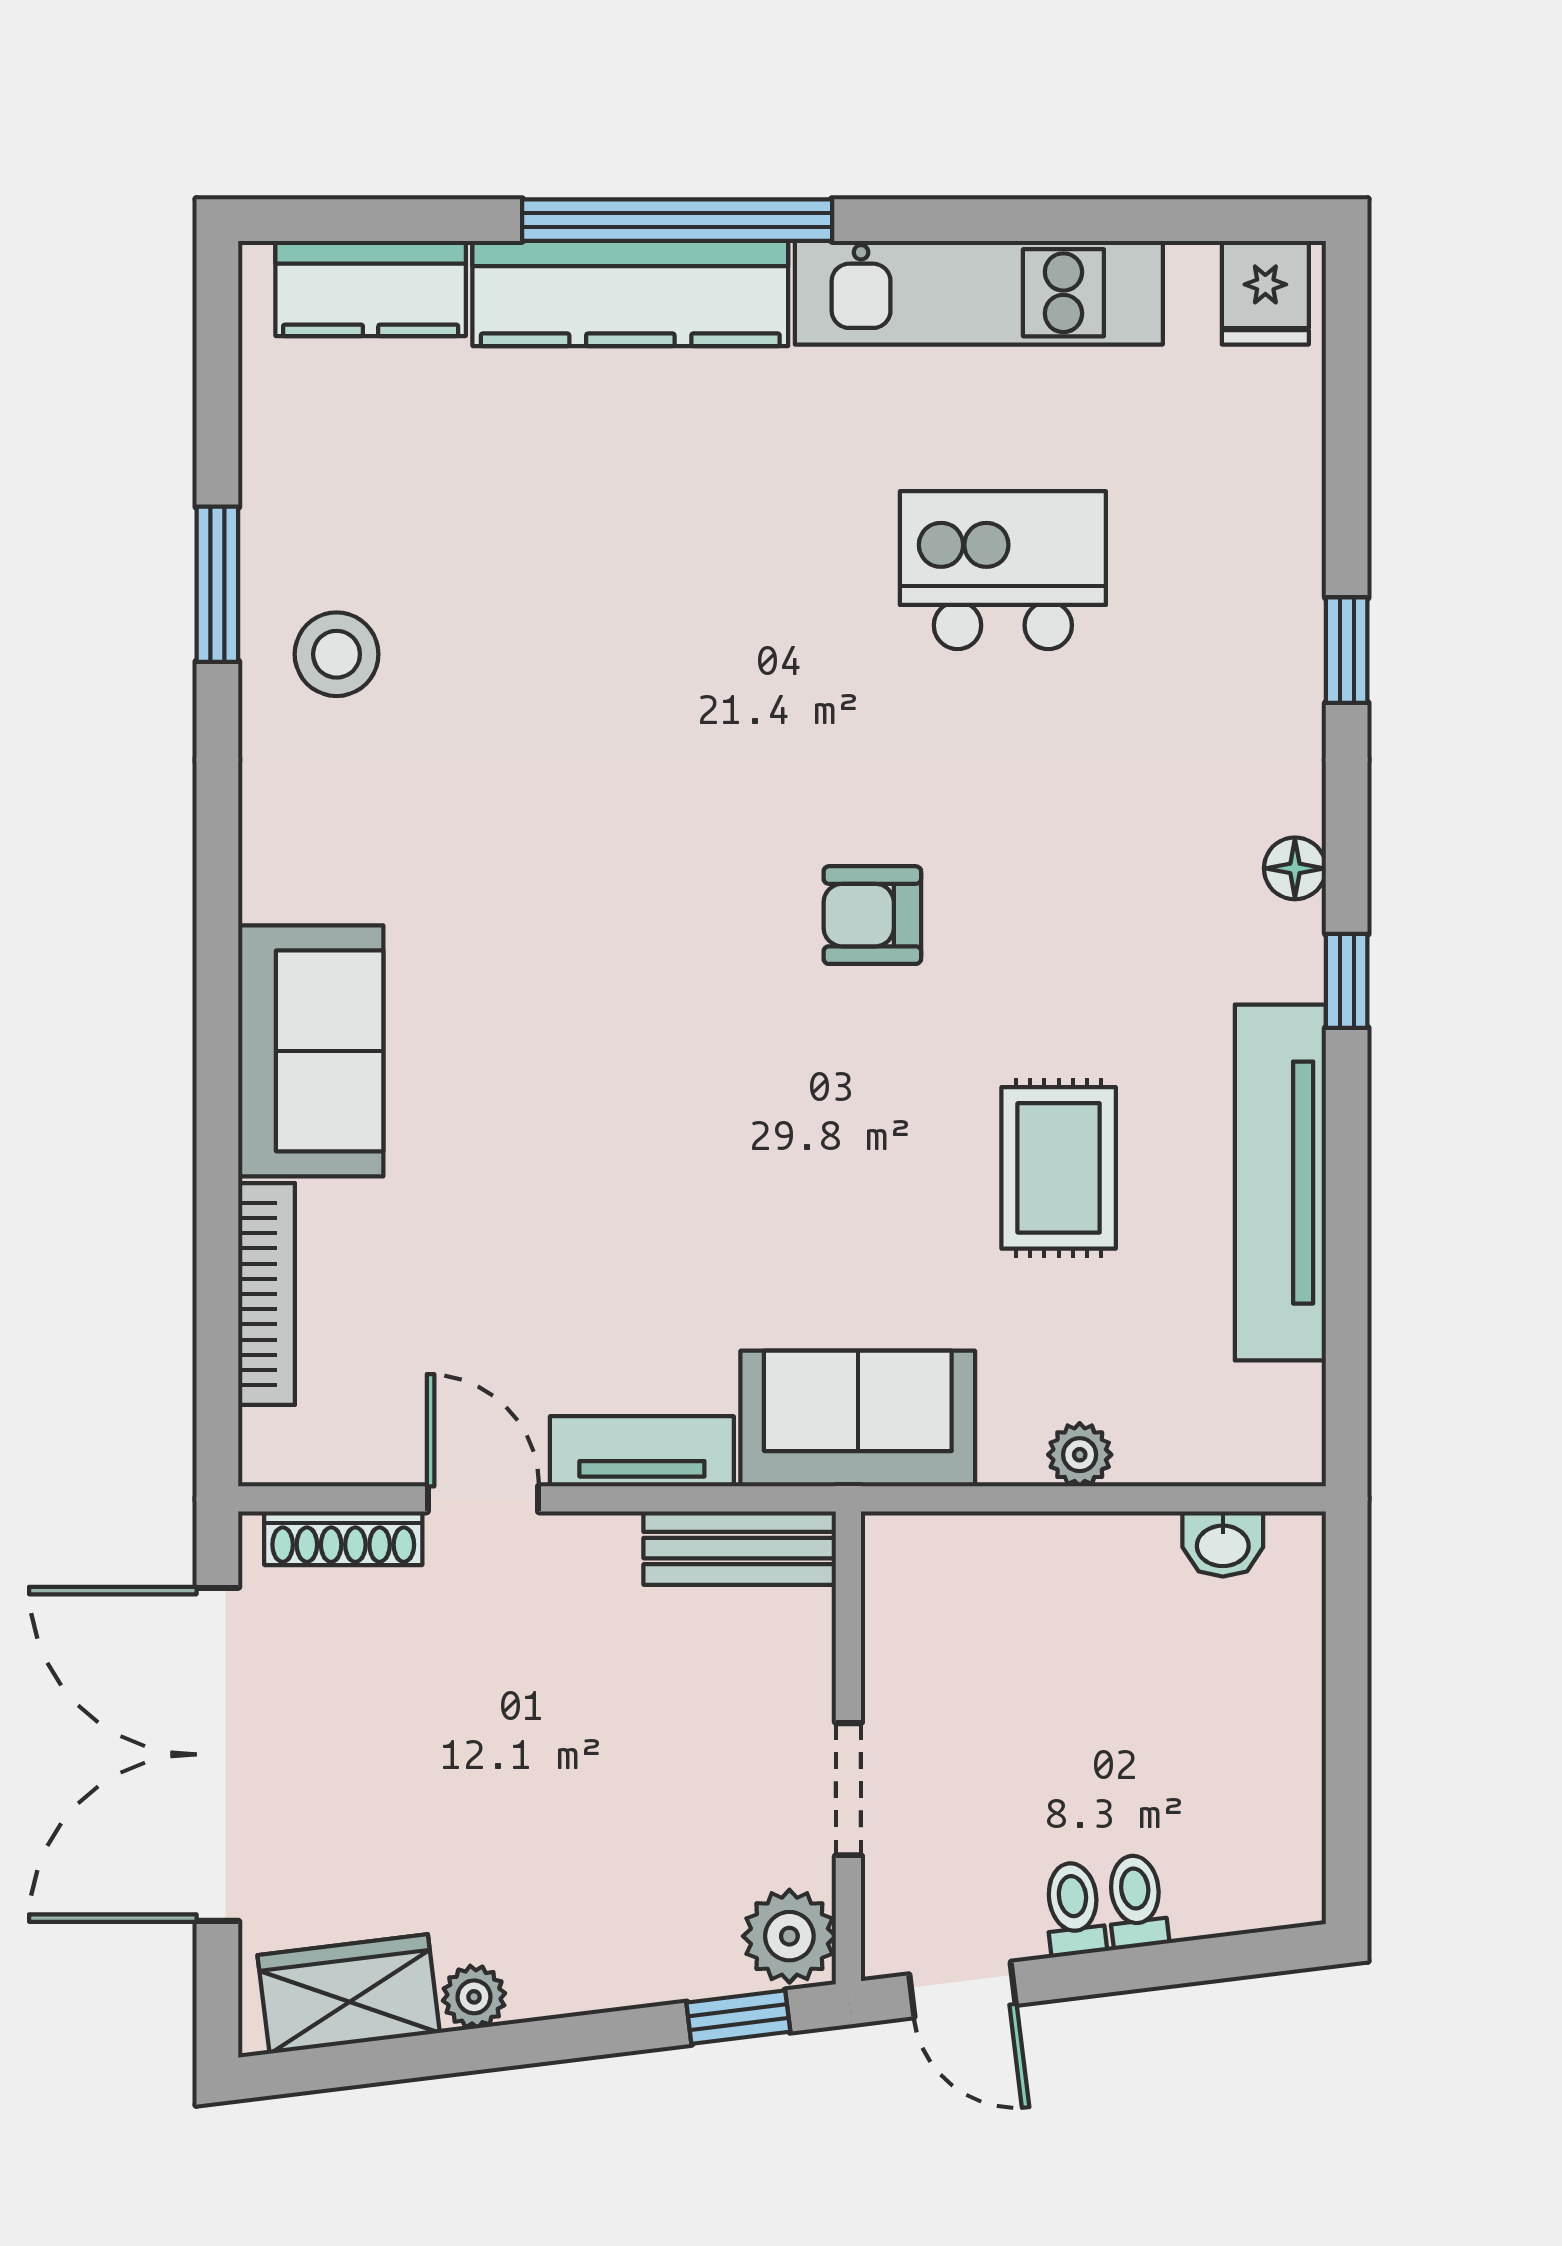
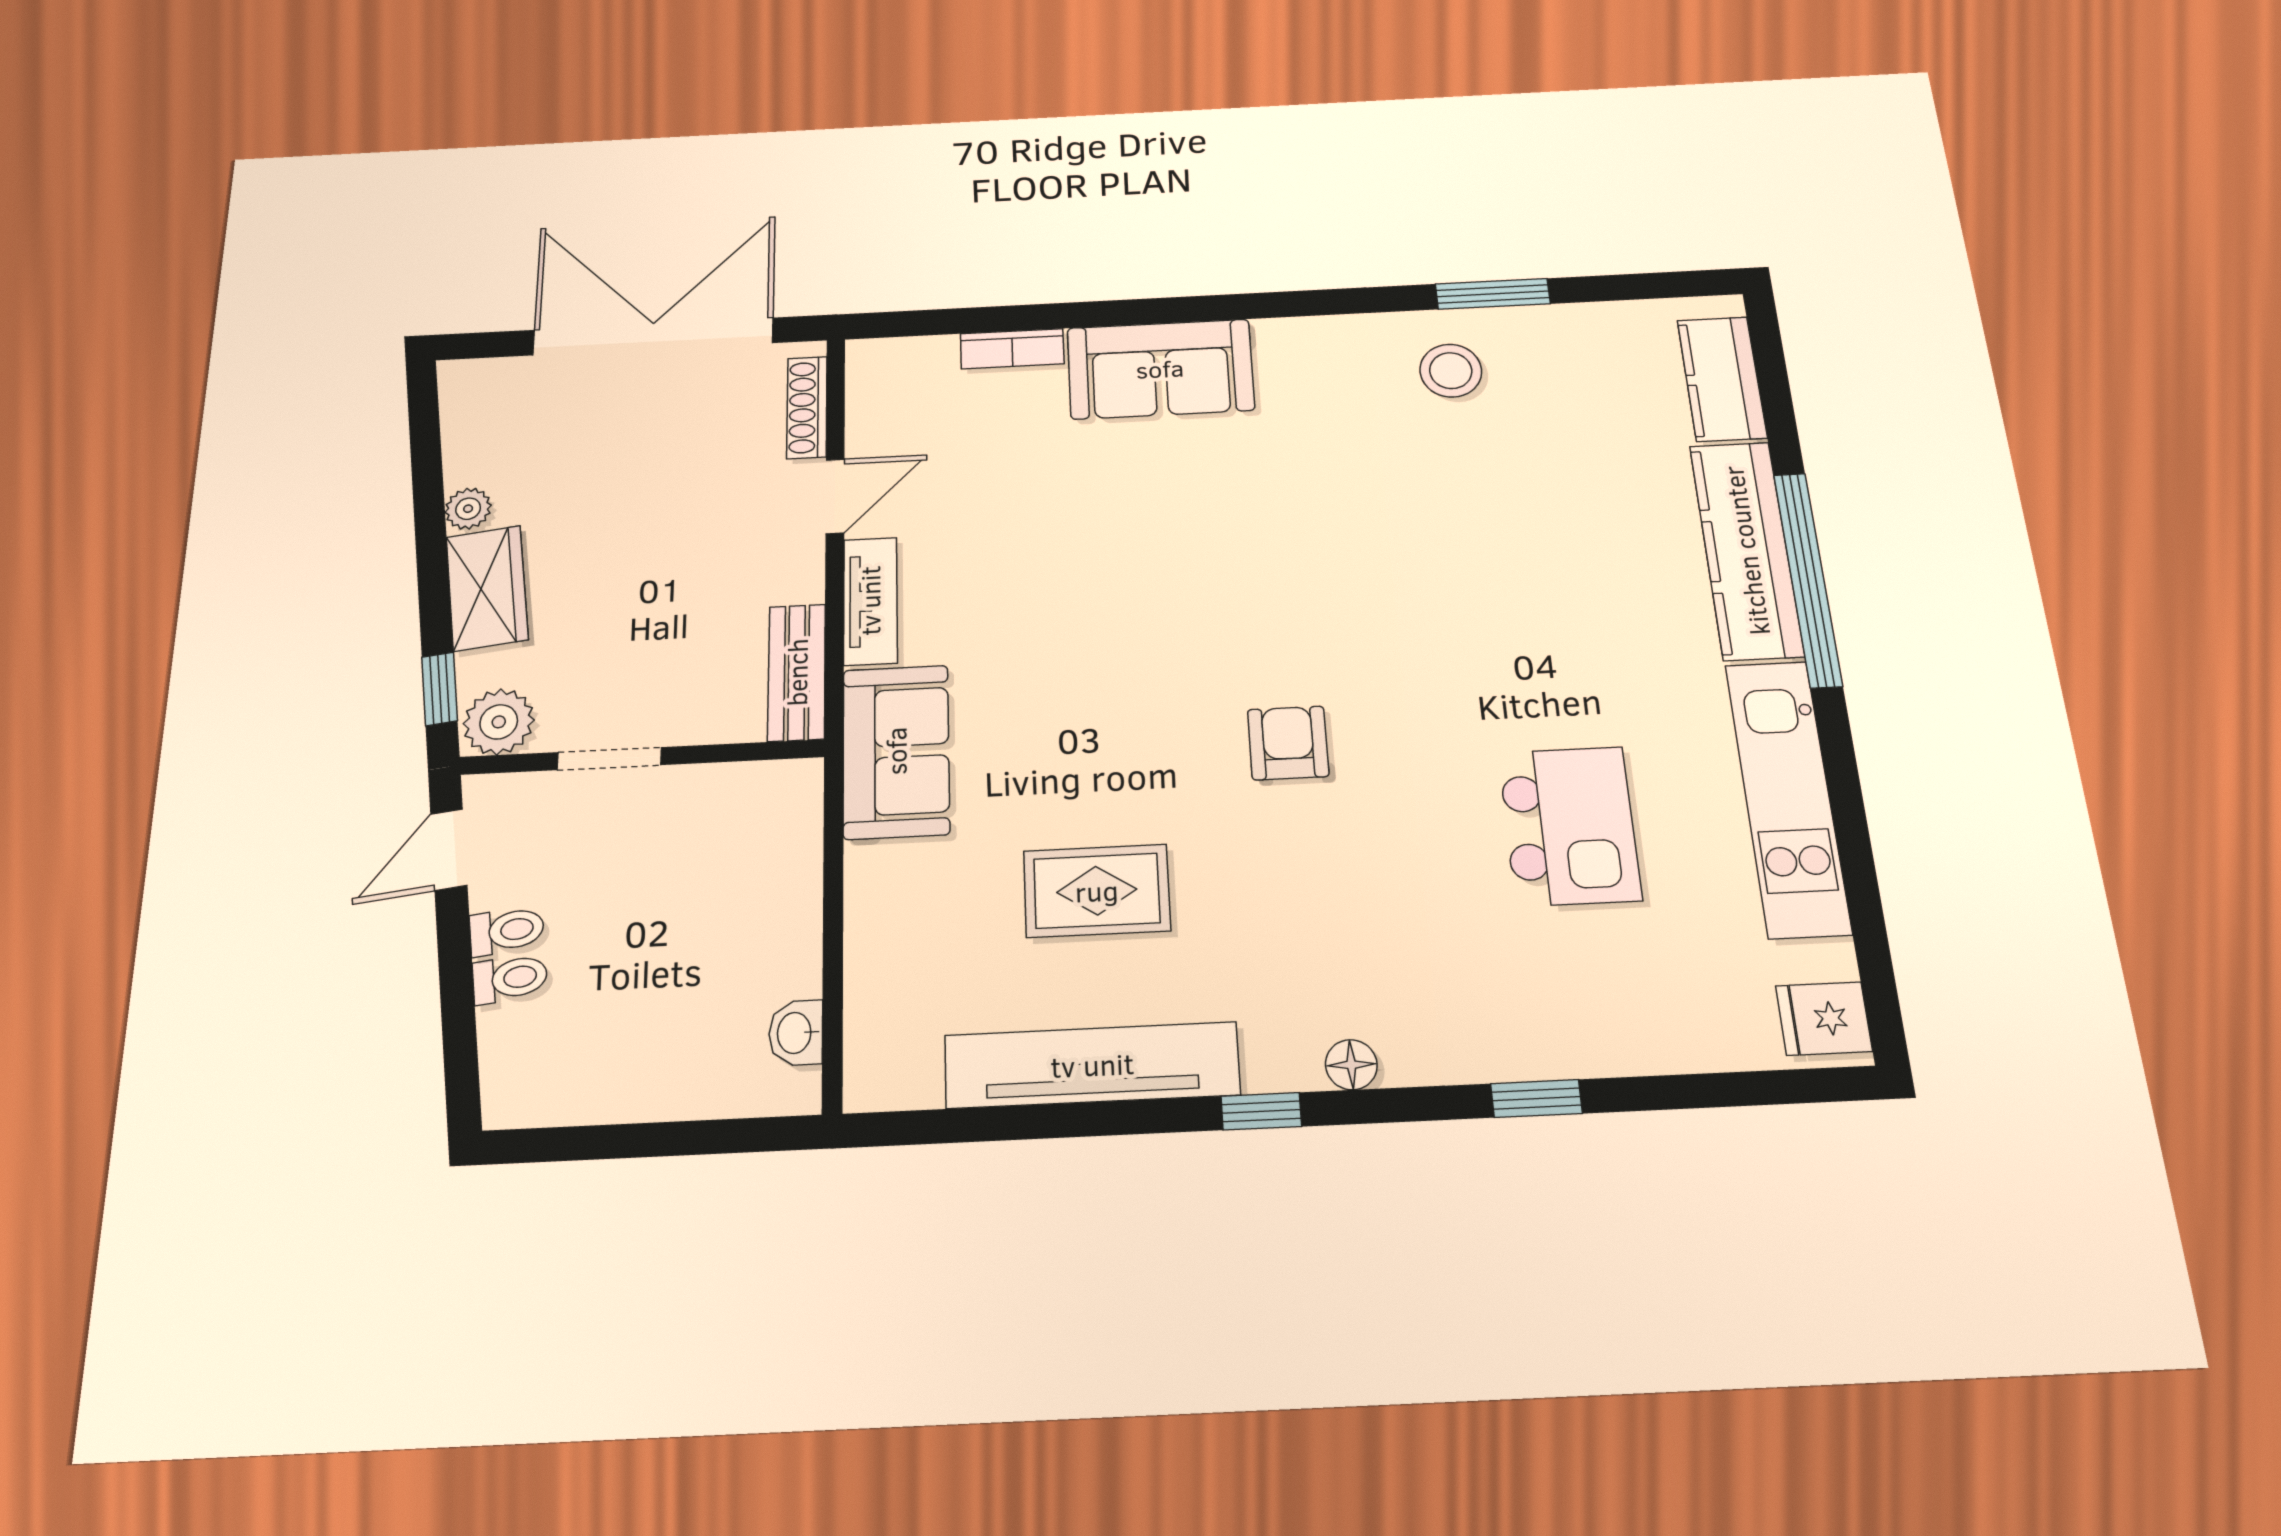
bookcase: (267, 1294) -> (1012, 349), width x0.64
plant: (1080, 1455) -> (868, 918), removed
wardrobe: (349, 1994) -> (487, 588), moved

